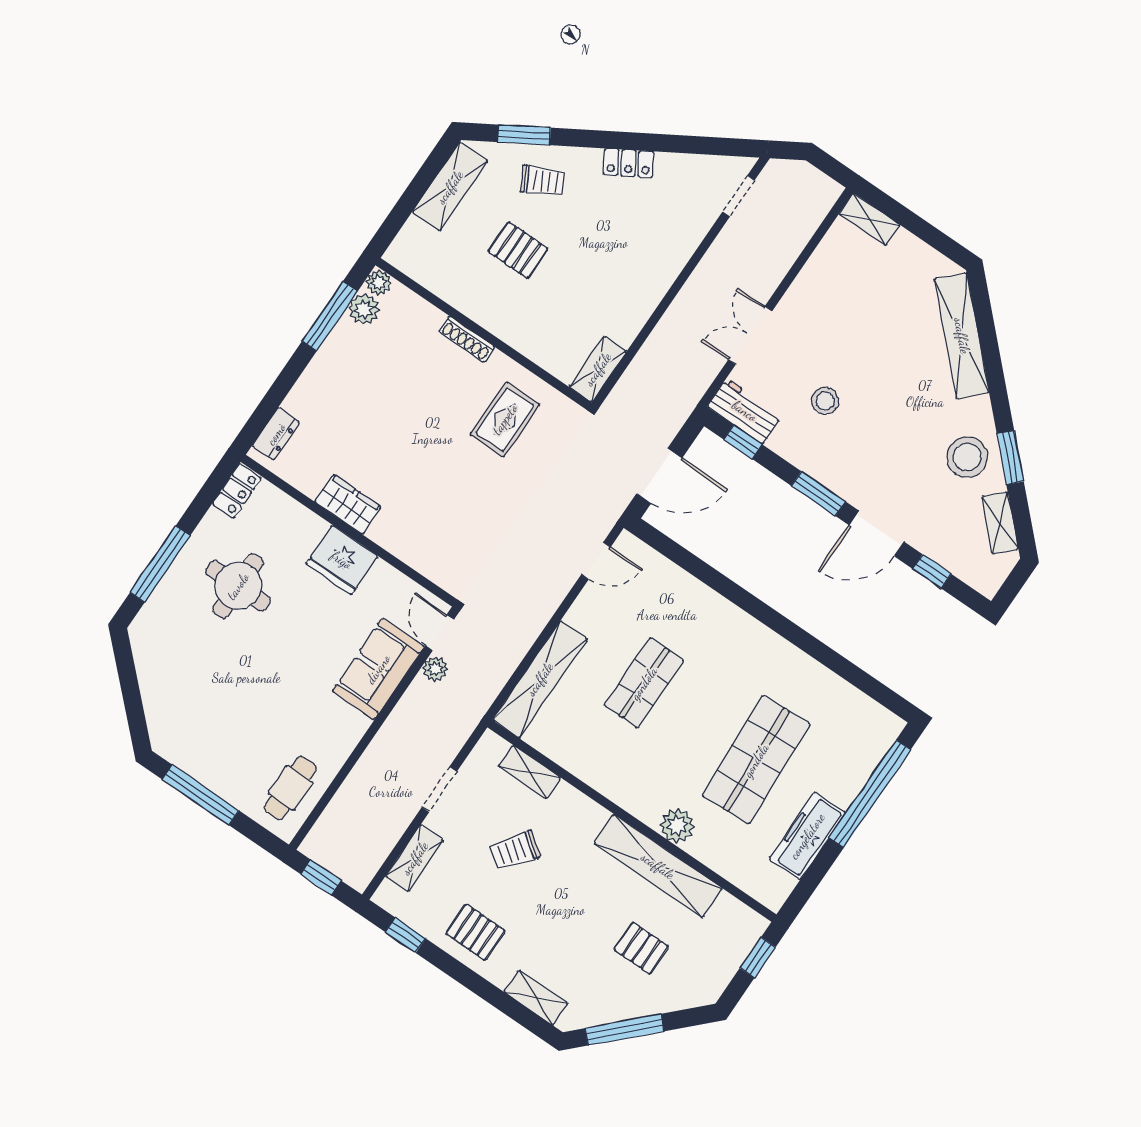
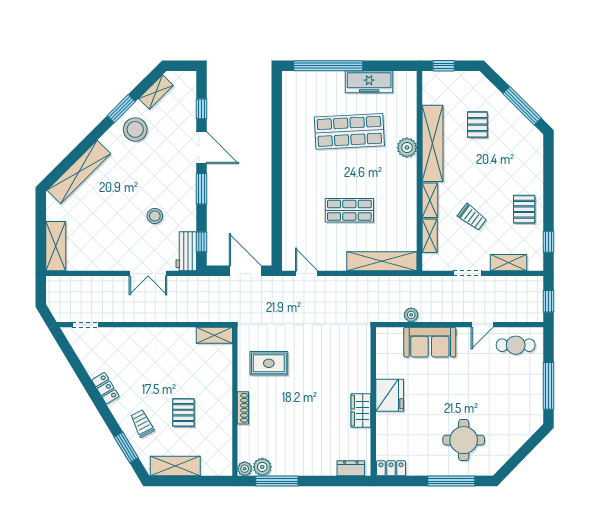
shelving: (869, 219) -> (56, 246), width x1.50, depth x1.33
round table: (238, 586) -> (464, 440), moved
door: (440, 632) -> (482, 325), moved
shelving: (536, 998) -> (430, 200), moved

